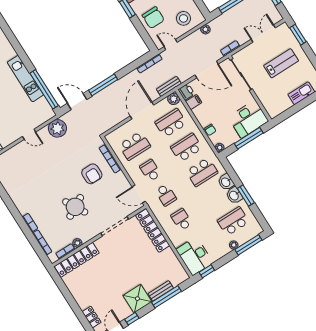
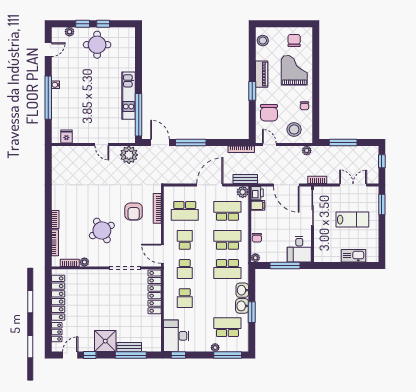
desk: (248, 119) -> (299, 249), width x0.73
school desk: (181, 220) -> (185, 298), turned 180
locker: (77, 260) -> (58, 298), moved, turned -90

